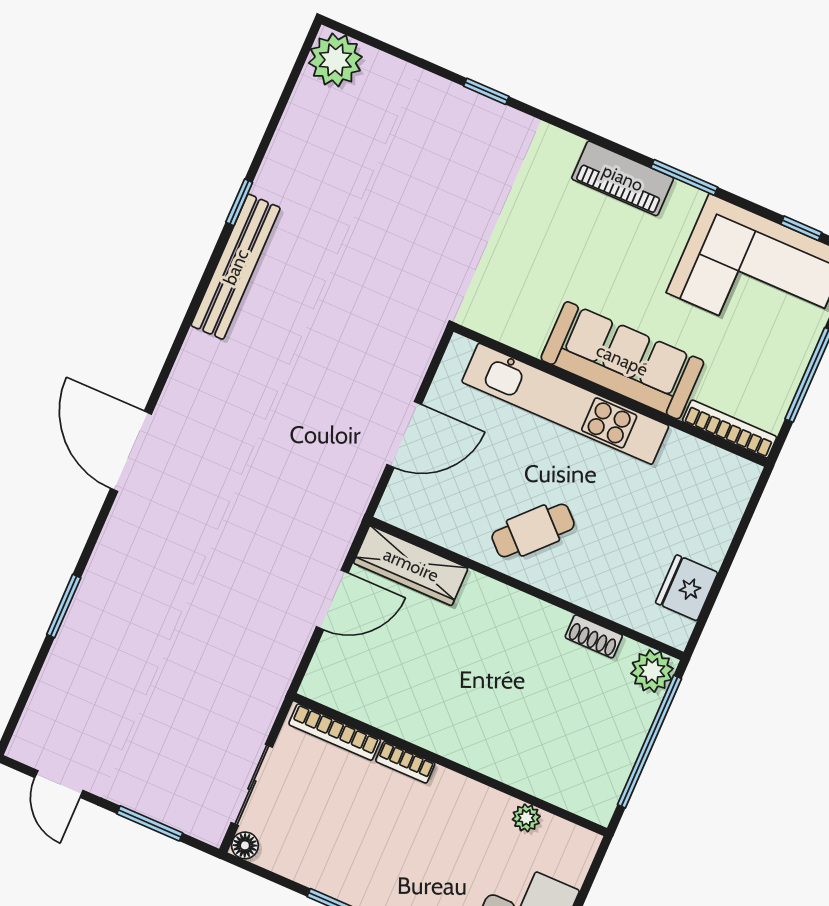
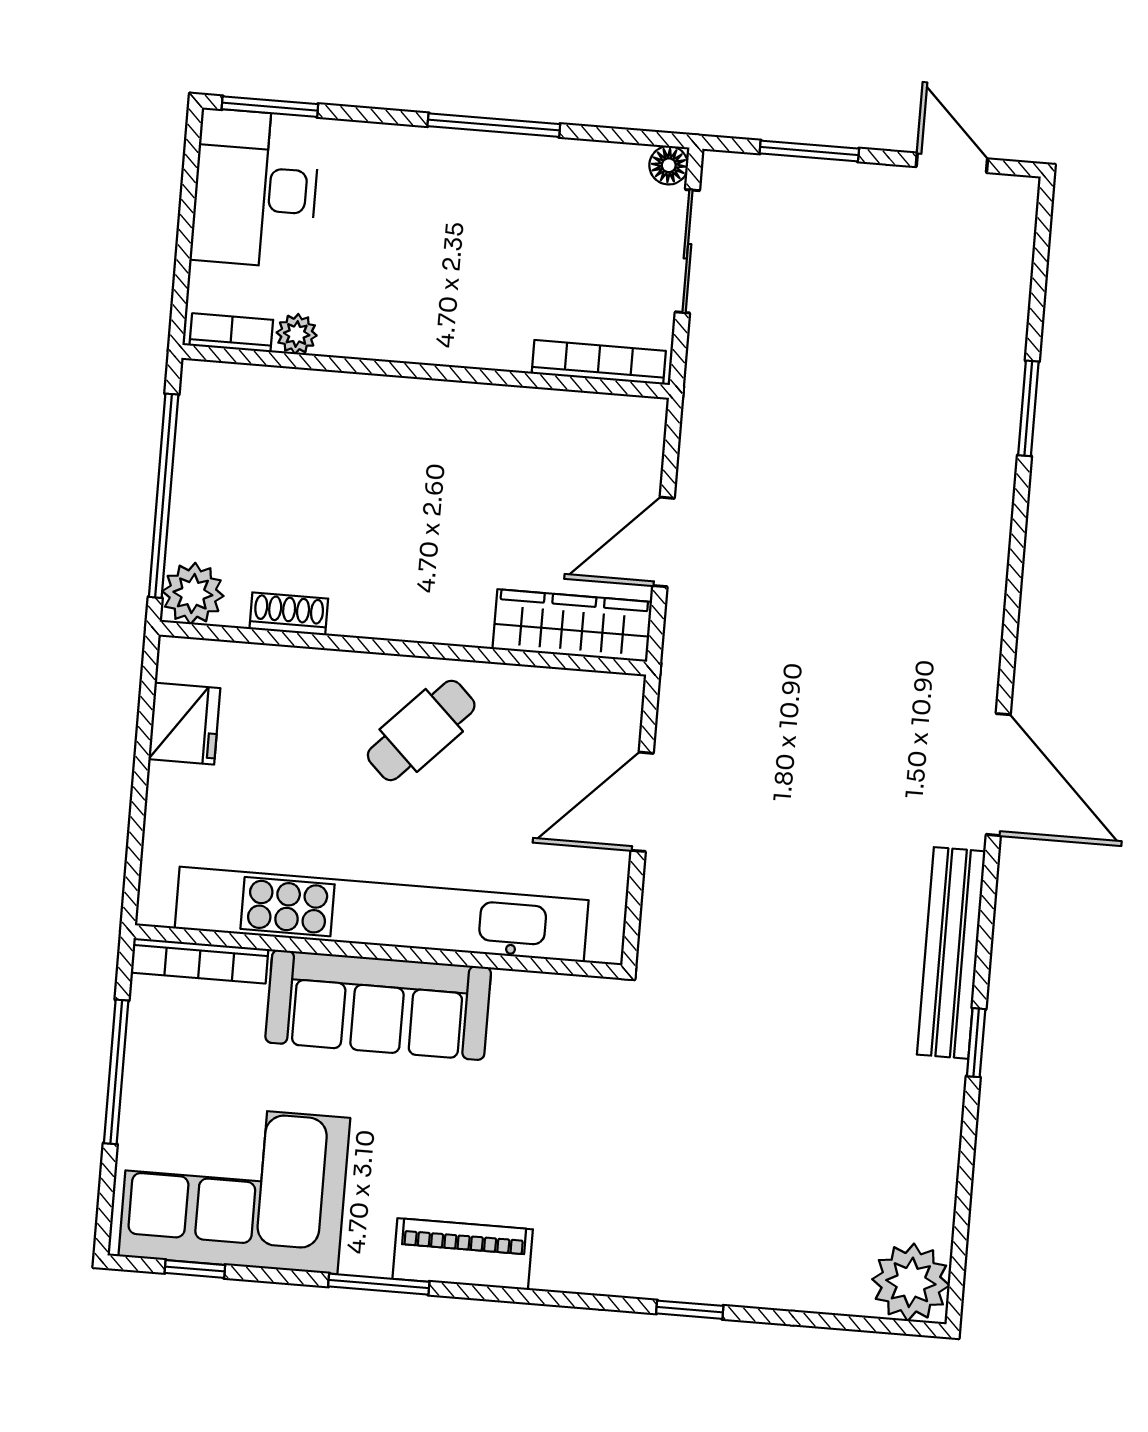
kitchen unit: (565, 404) -> (382, 914), width x1.36
door: (131, 451) -> (998, 775), moved
bookcase: (405, 762) -> (231, 333), moved

